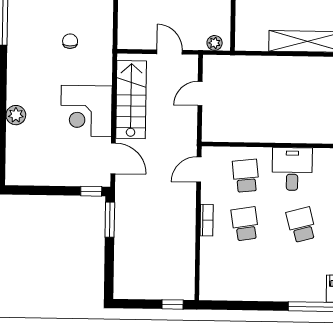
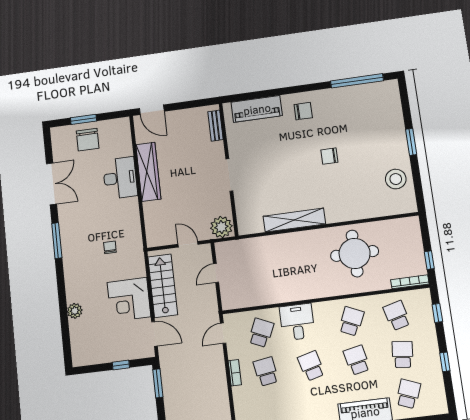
plant: (215, 43) -> (221, 227), width x1.88, depth x1.88
school desk: (246, 176) -> (261, 333), turned 30
window: (91, 191) -> (121, 365), moved

